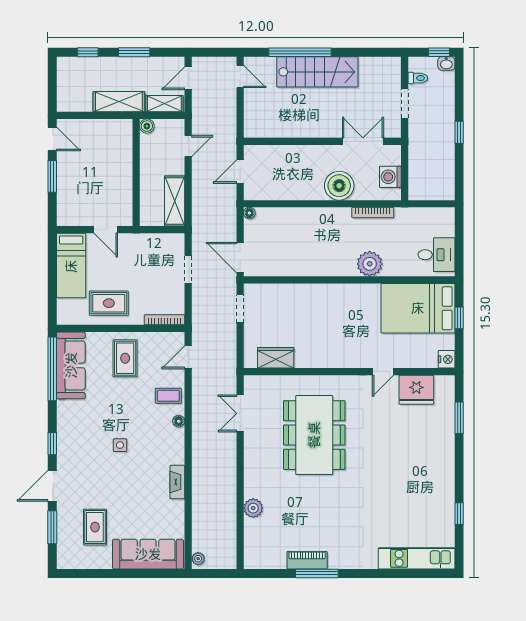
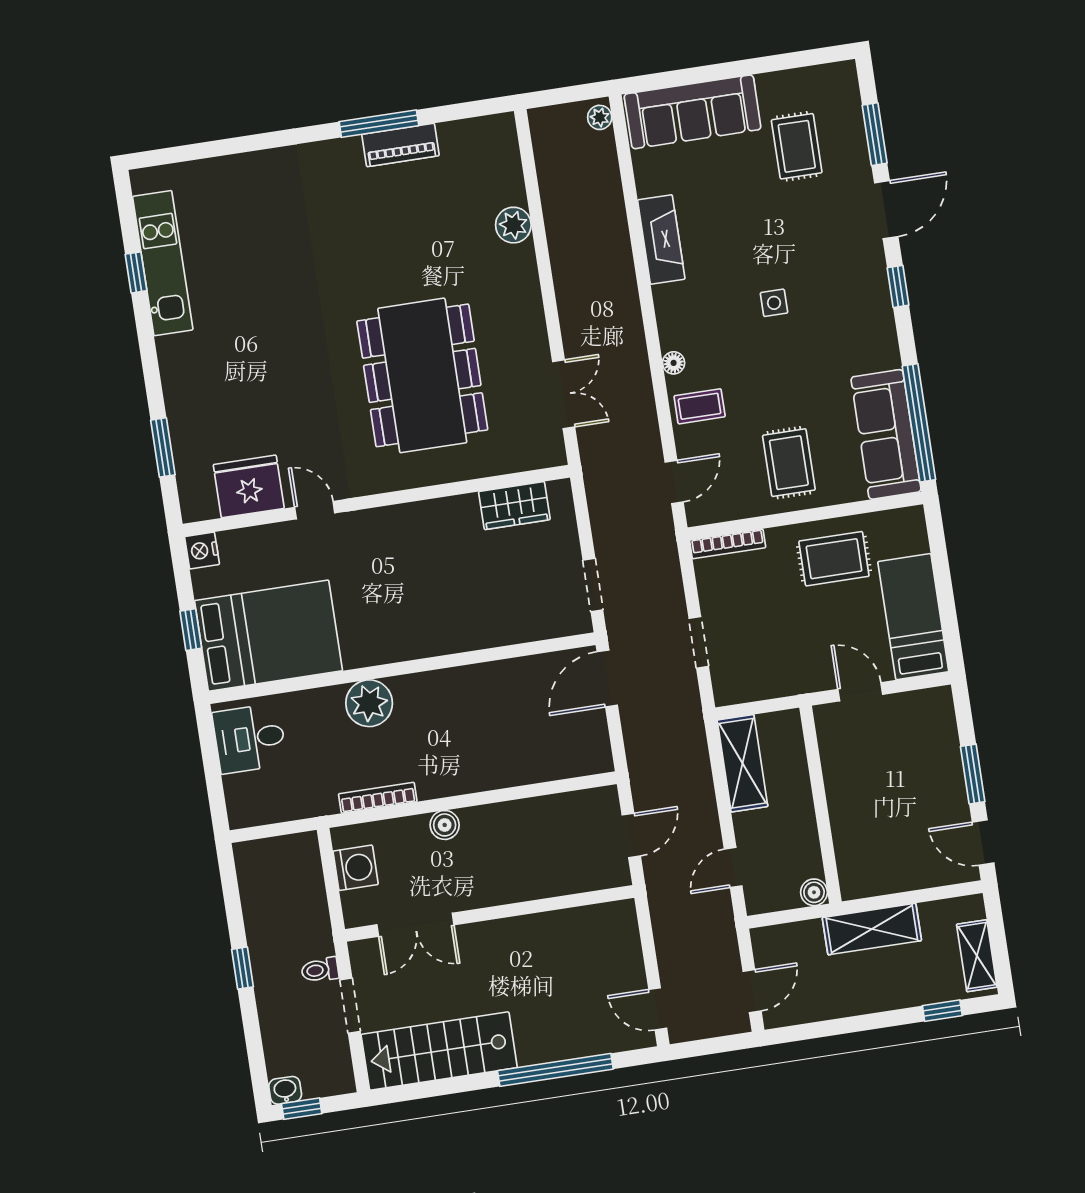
window: (134, 52) -> (858, 1024), removed
stairs: (317, 72) -> (439, 1051), moved
toilet: (418, 78) -> (320, 970), moved
shelving: (164, 104) -> (977, 956), moved, turned 90
boiler: (339, 186) -> (445, 825), width x0.54, depth x0.54
floor lamp: (249, 213) -> (603, 762), removed
door: (240, 258) -> (607, 678), swing flipped
door: (383, 372) -> (315, 510), hinge flipped
fireplace: (177, 482) -> (661, 239), width x1.37, depth x1.32
kitchen unit: (417, 558) -> (163, 263), moved, turned -90

